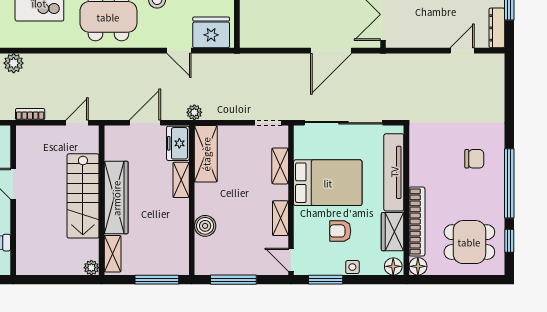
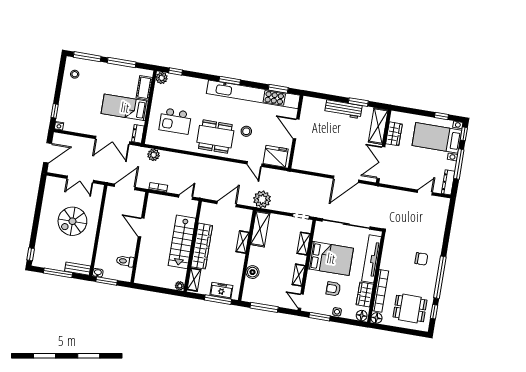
plant: (194, 112) -> (262, 199), width x1.88, depth x1.88
freezer: (178, 143) -> (221, 290), moved, turned 90

